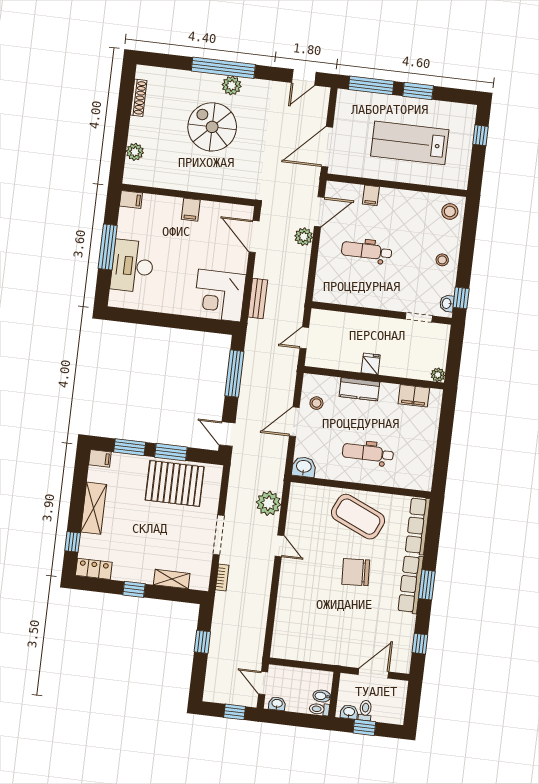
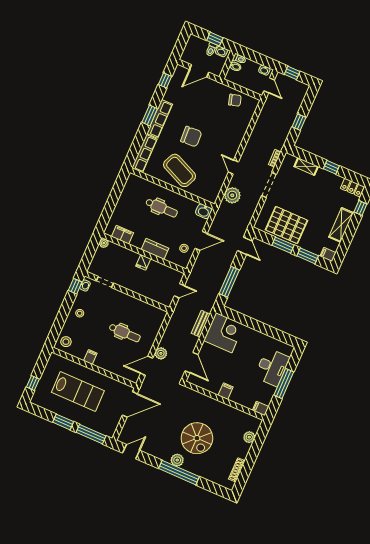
filing cabinet: (371, 195) -> (90, 357), moved
chair: (307, 646) -> (235, 100), added

